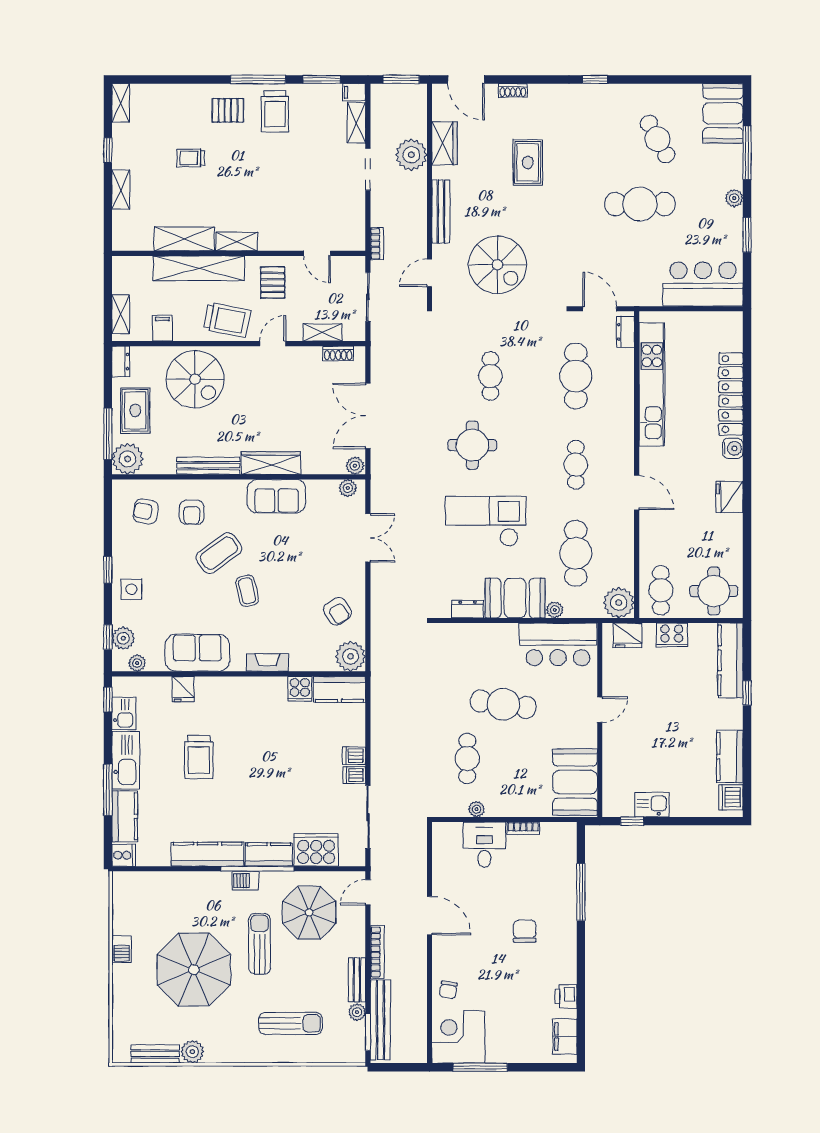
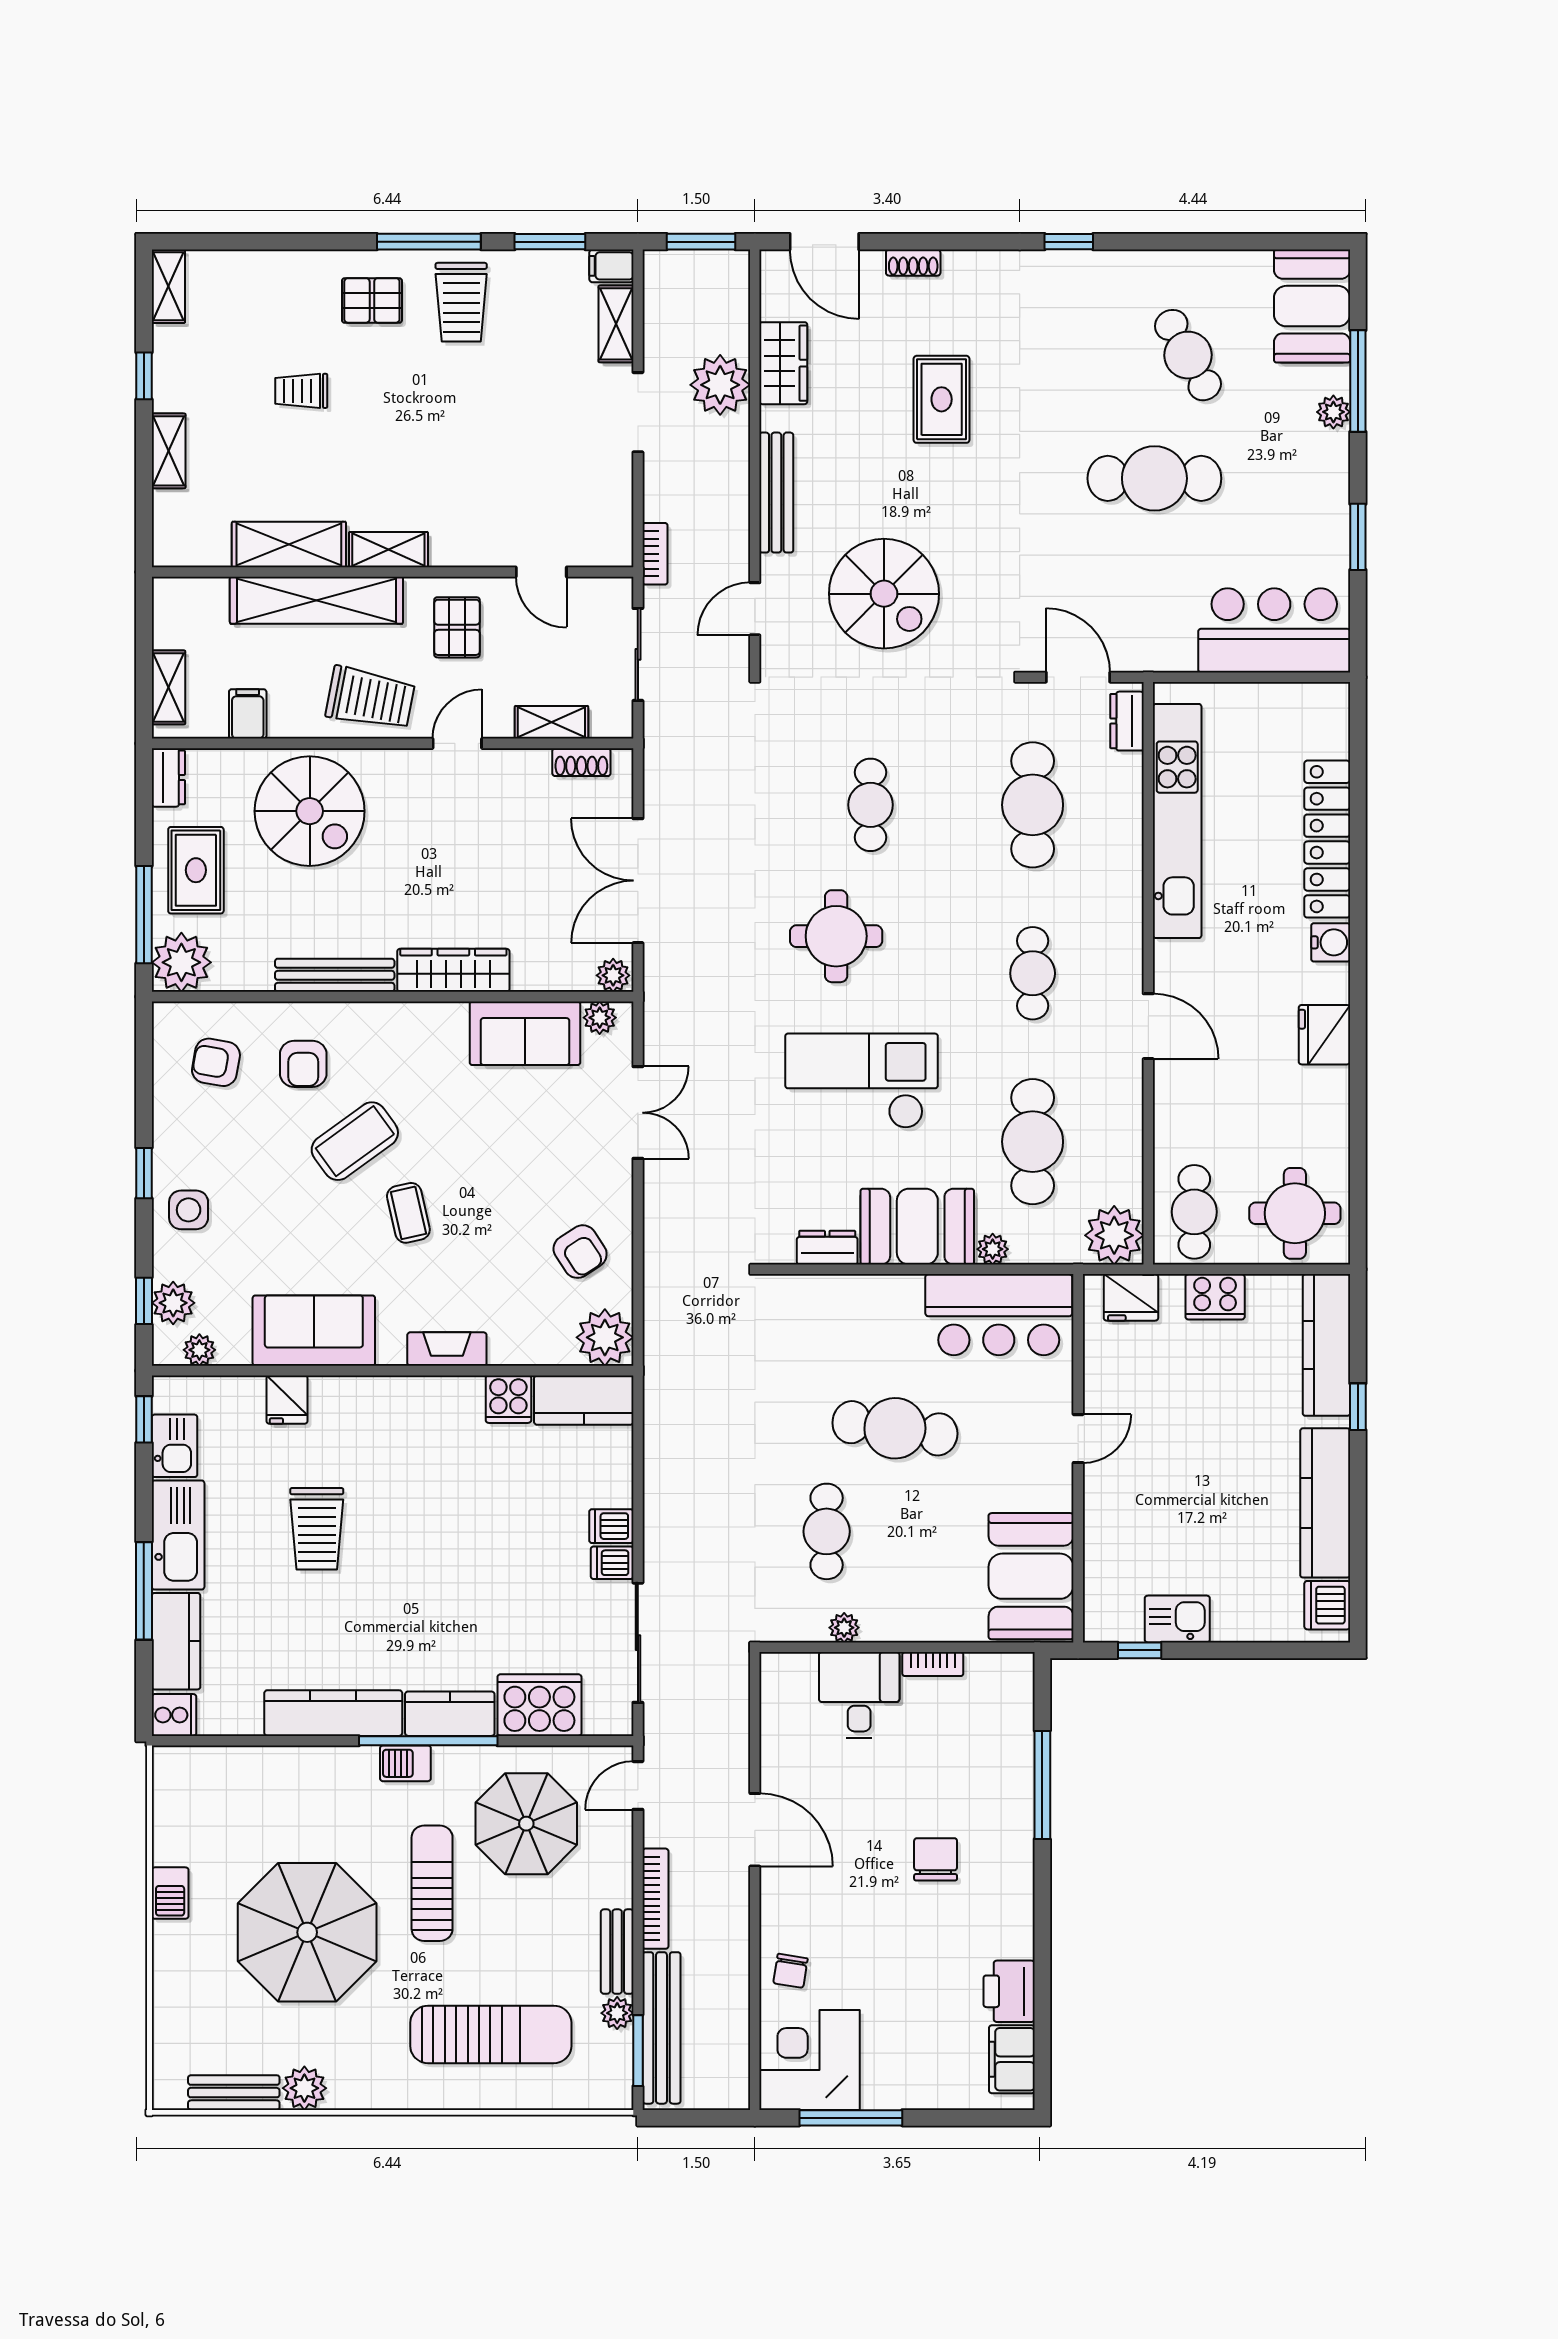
plant: (734, 198) -> (1333, 412), moved
sofa: (277, 496) -> (525, 1033), moved
kitchen counter: (730, 757) -> (1325, 1503), width x1.50
printer: (566, 996) -> (1009, 1991), width x1.36, depth x1.24
sun lounger: (291, 1023) -> (491, 2034), width x1.36, depth x1.34

